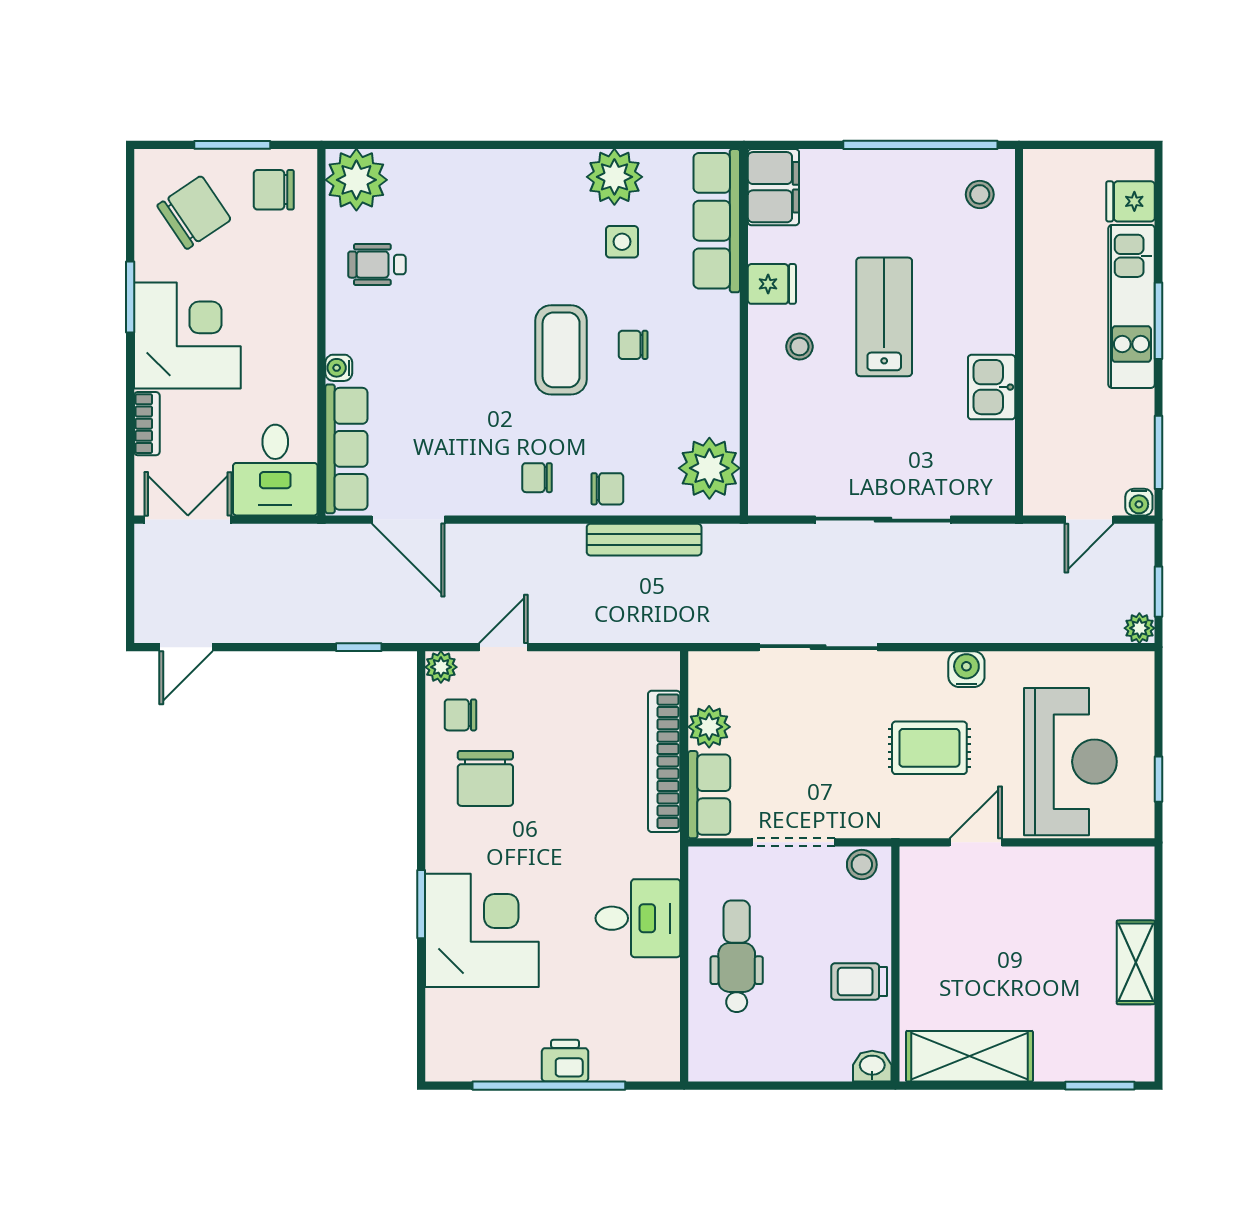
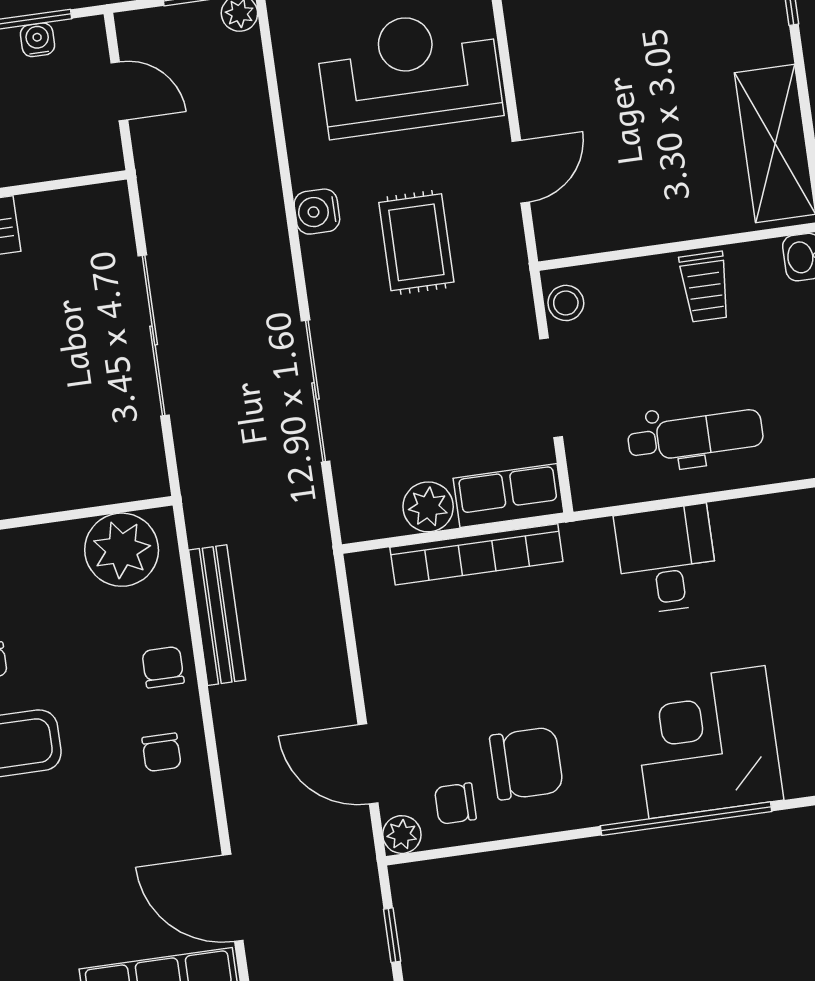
water cooler: (1139, 502) -> (37, 40), moved, turned -90
door: (408, 520) -> (233, 898), swing flipped
door: (503, 647) -> (368, 764), width x1.37
chair: (460, 715) -> (455, 804), turned 90
door: (976, 842) -> (521, 172), swing flipped
window: (421, 904) -> (686, 819), width x2.11
dental chair: (737, 956) -> (695, 436), turned 180

